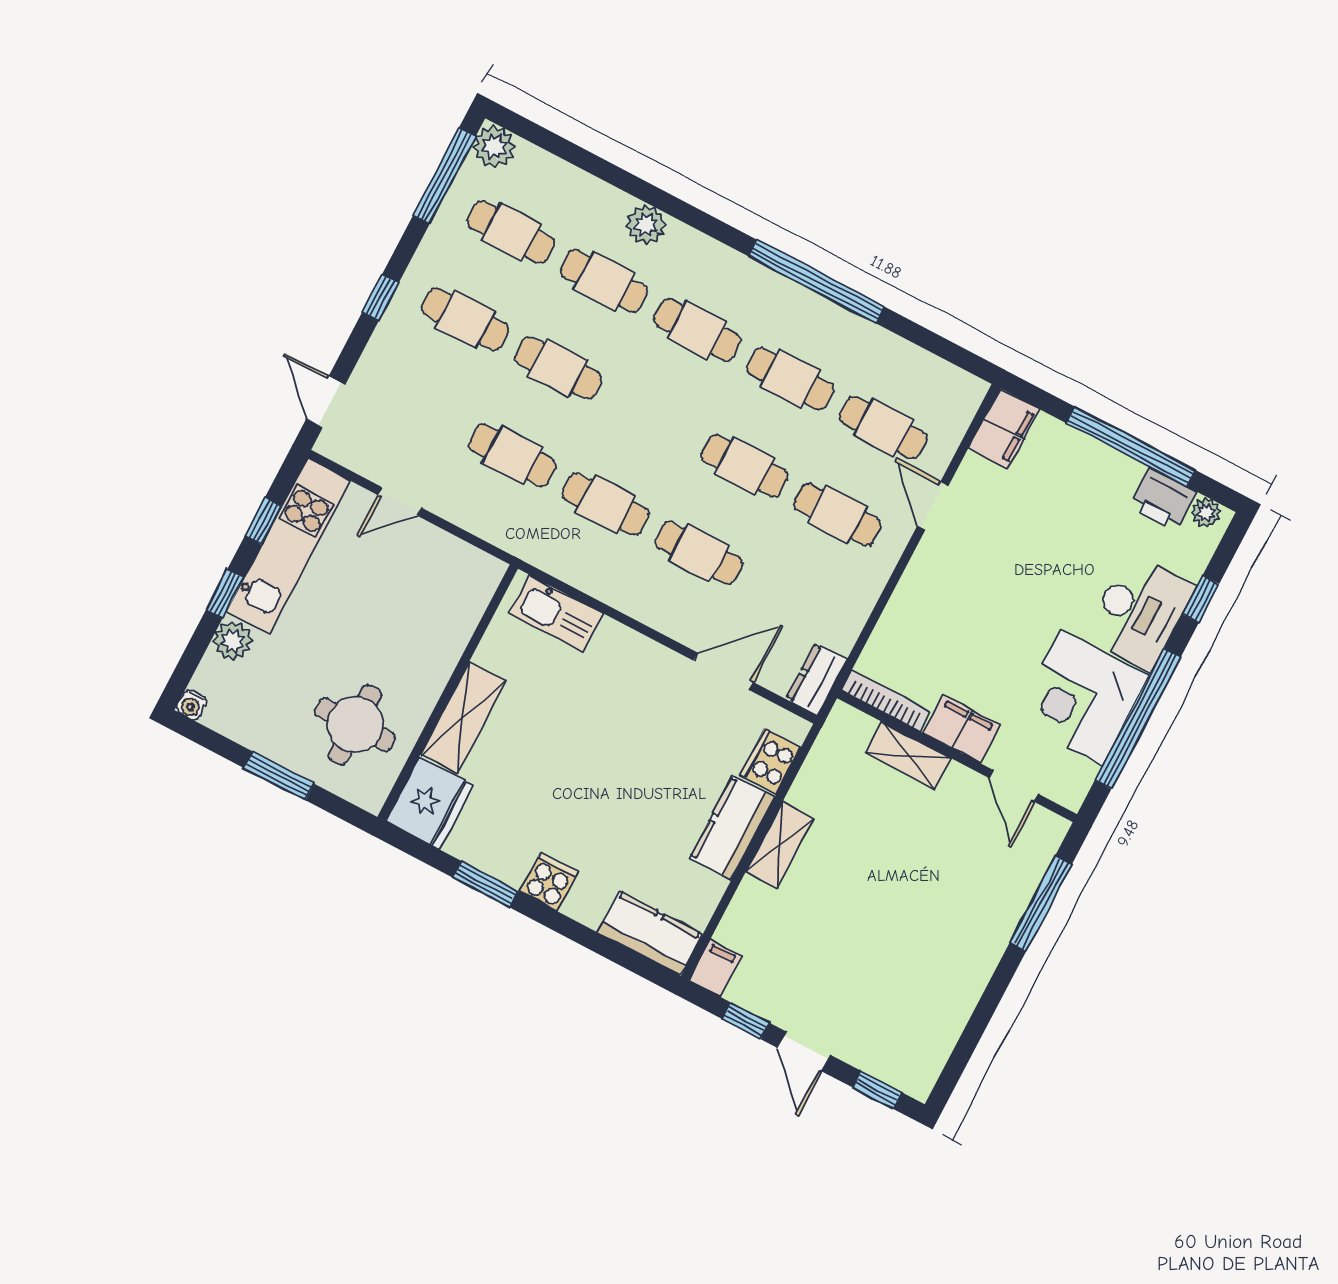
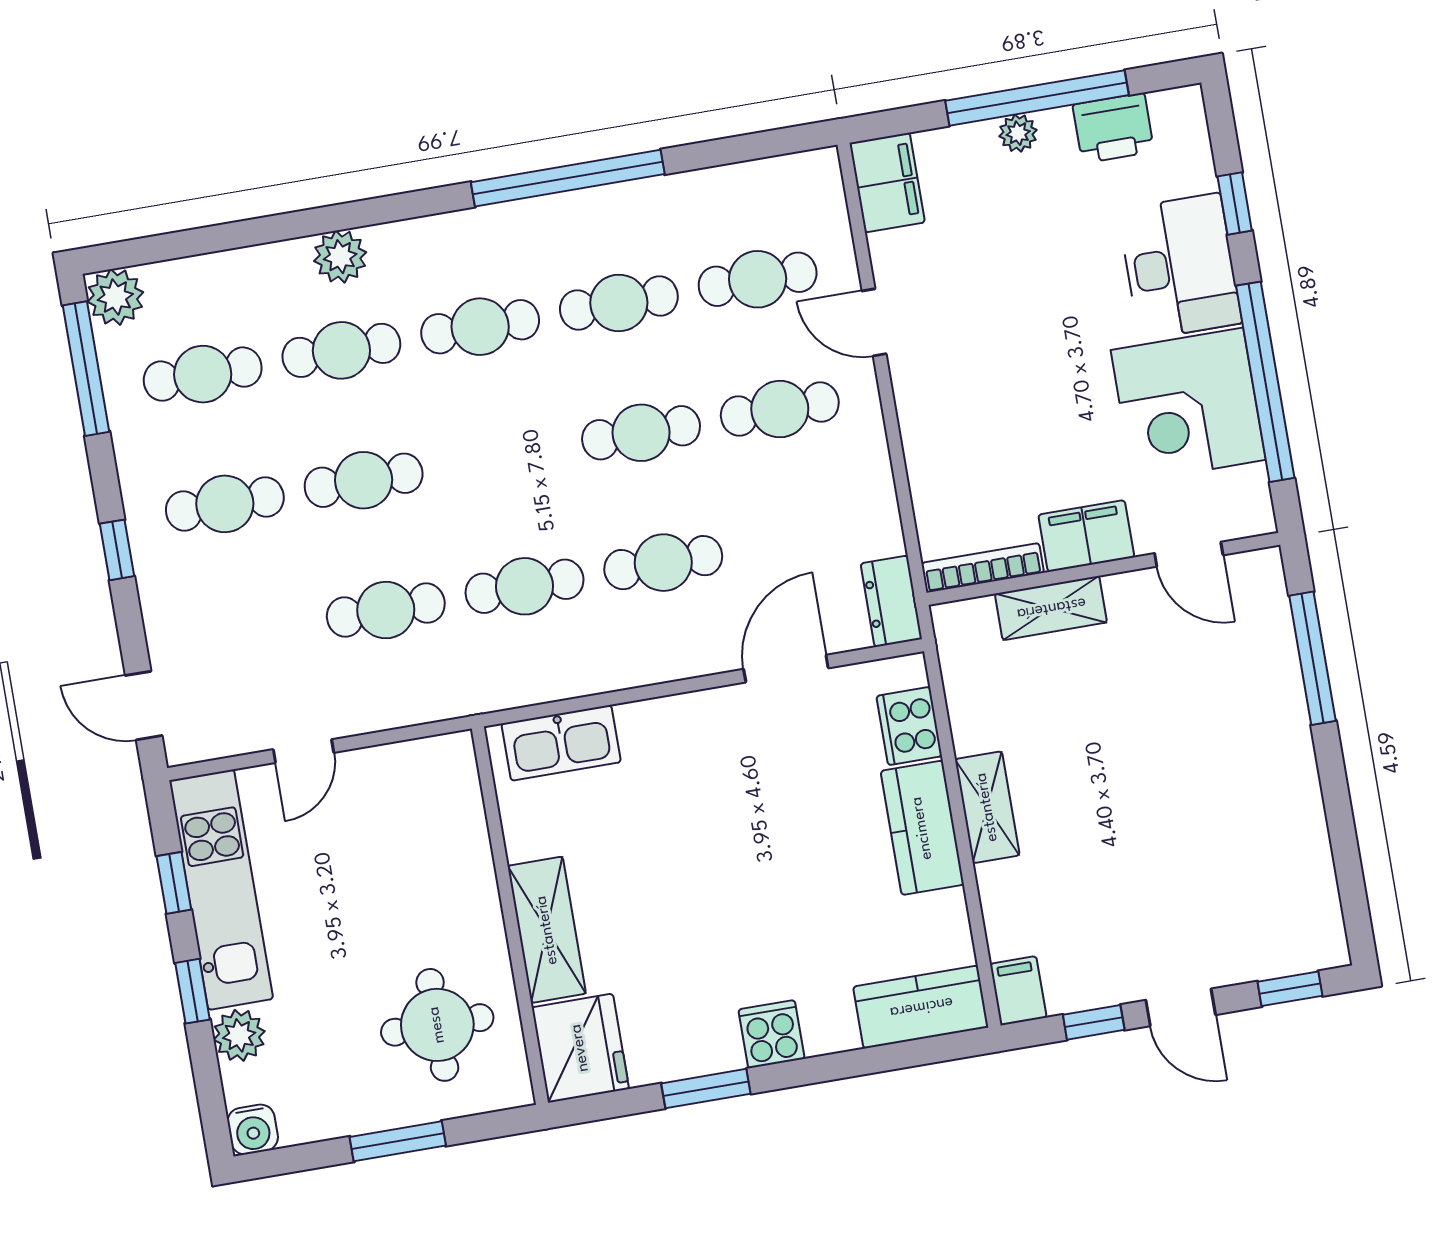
plant: (1206, 513) -> (1018, 133), moved
water cooler: (191, 705) -> (253, 1129), width x1.38, depth x1.38

